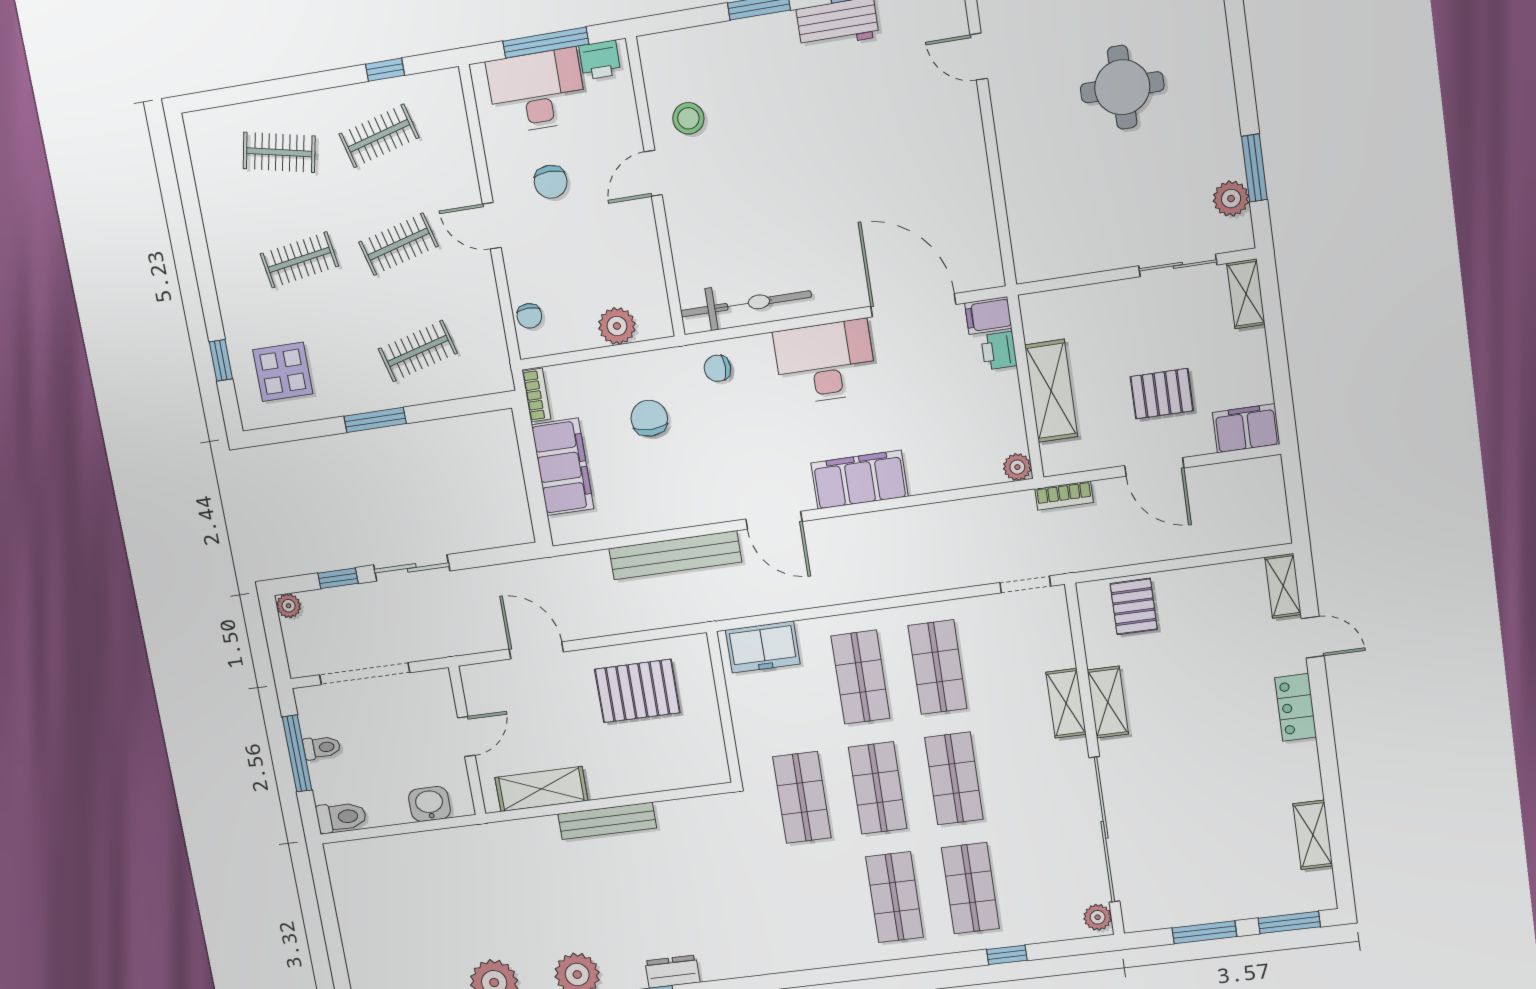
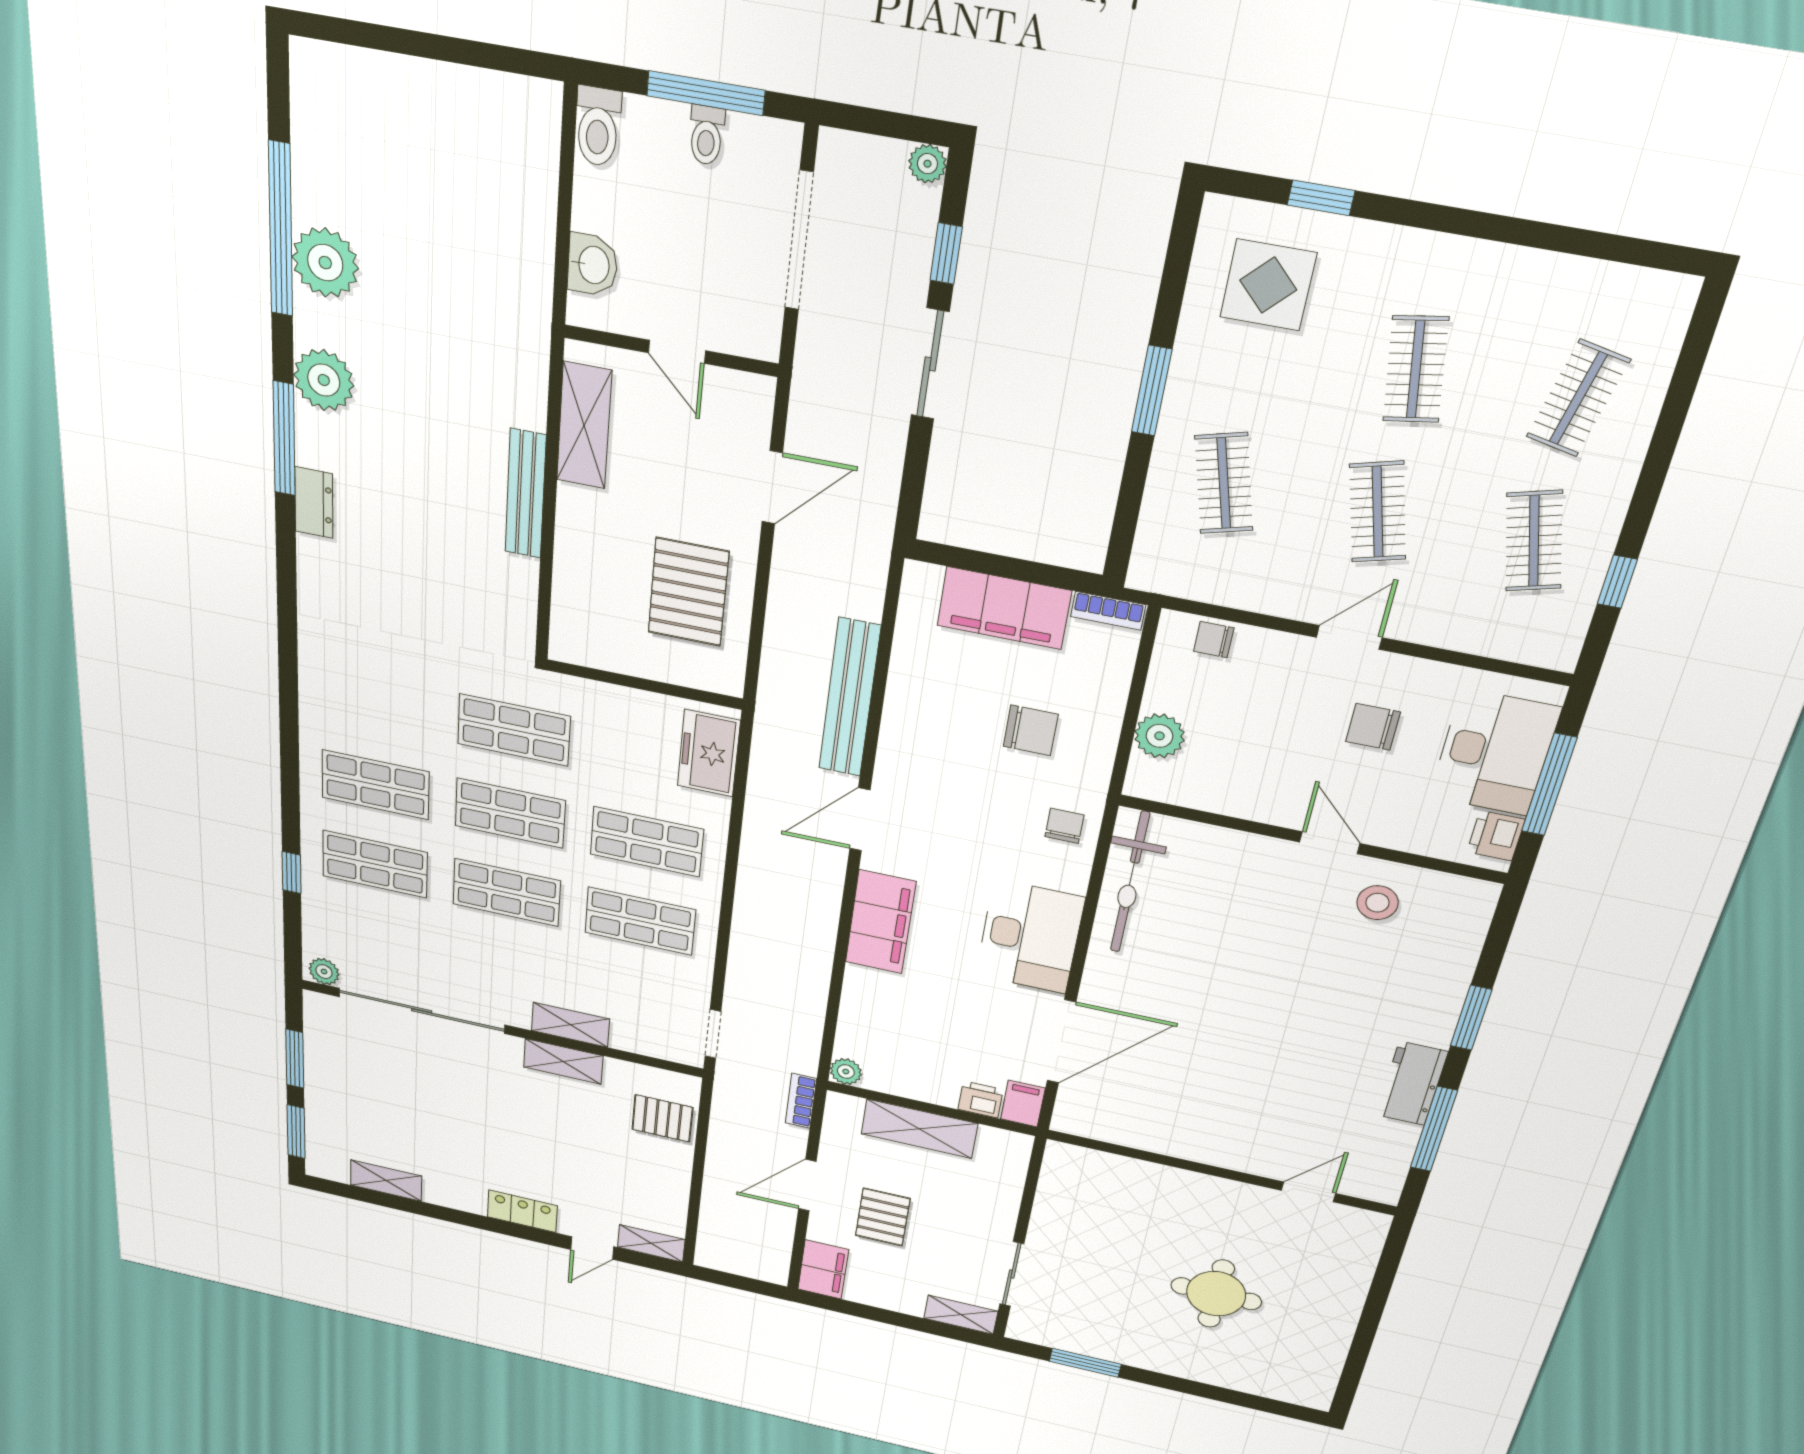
plant: (1231, 199) -> (1062, 1336), removed

